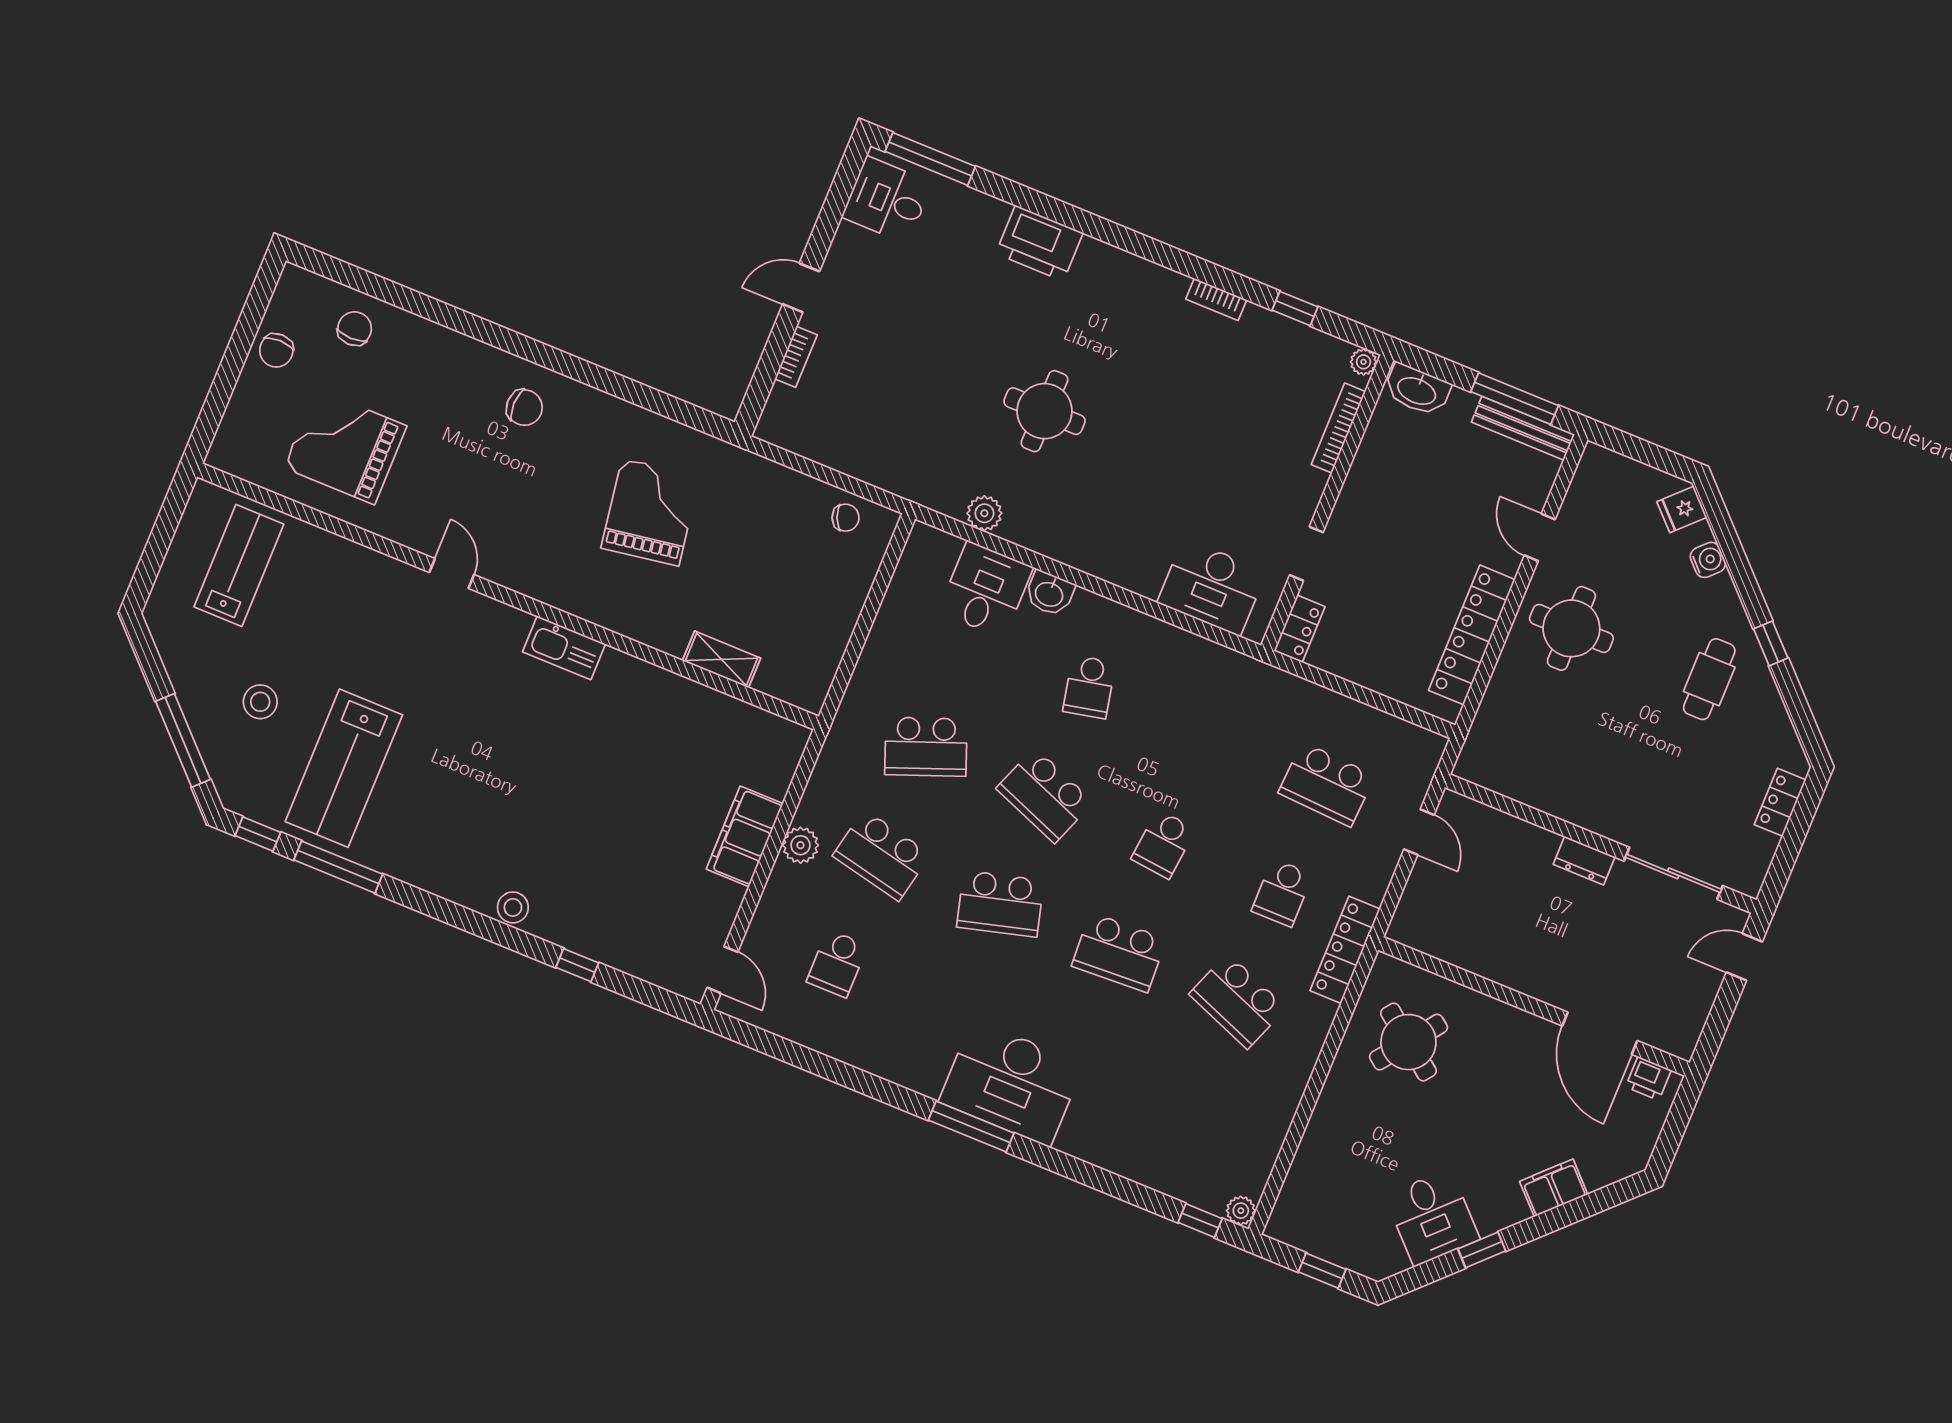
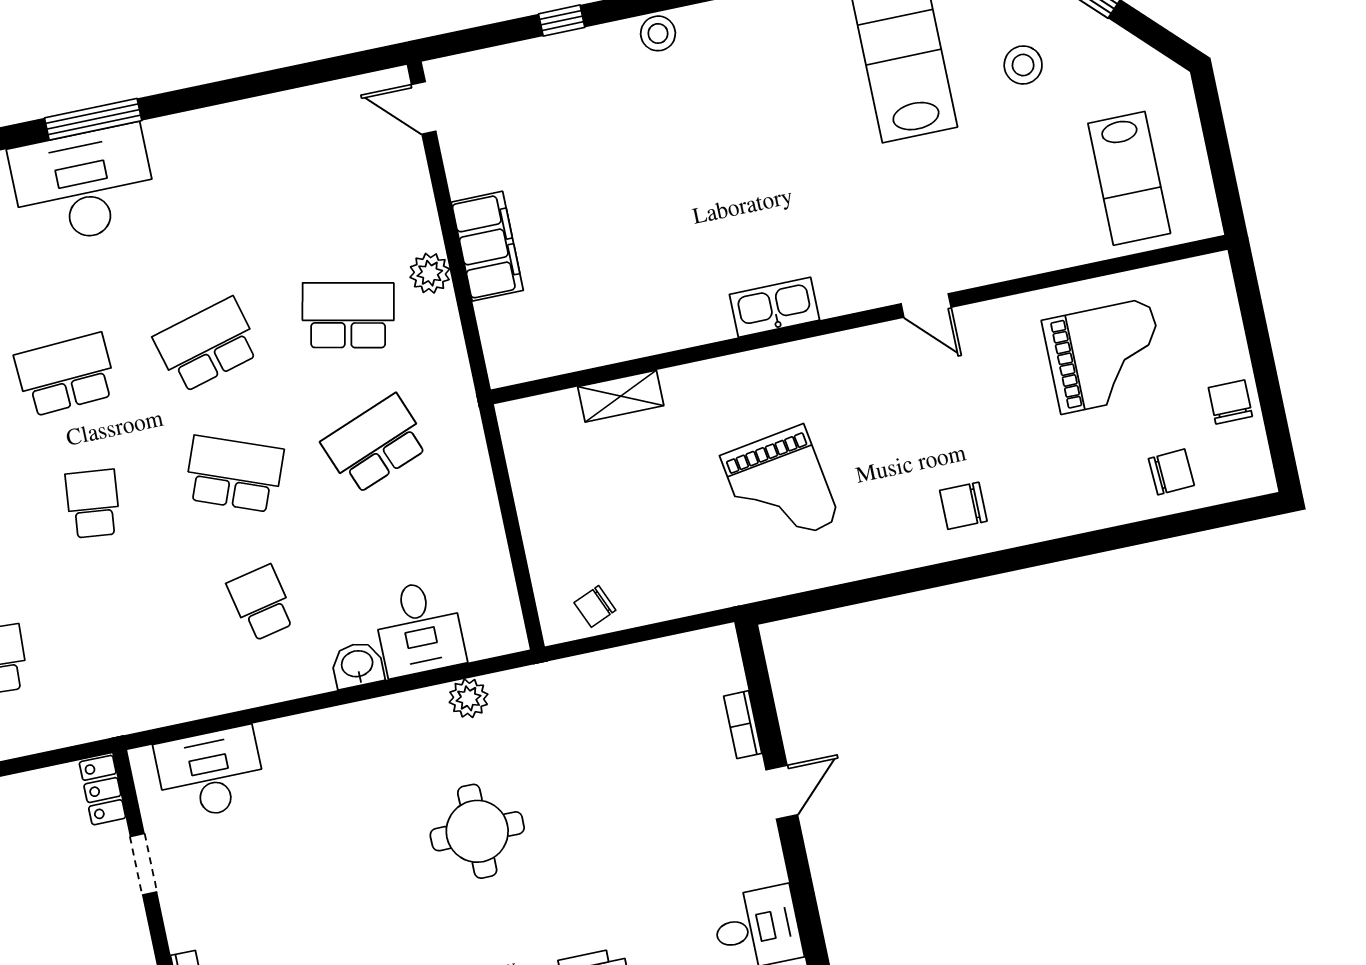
chair: (355, 329) -> (1171, 472), turned -93
school desk: (837, 964) -> (321, 186), removed

